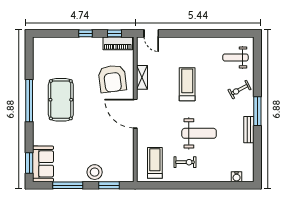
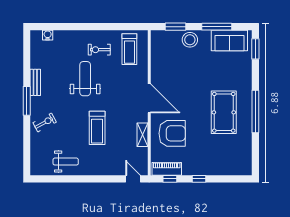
weight bench: (235, 57) -> (66, 162), moved
armchair: (112, 79) -> (172, 133), turned 97
weight bench: (199, 133) -> (85, 79), turned 90
sofa: (43, 164) -> (229, 40), moved, turned -90

